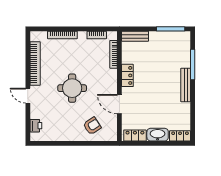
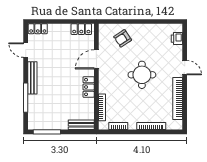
door: (119, 104) -> (96, 59), swing flipped
door: (193, 114) -> (26, 50), added
washbasin: (158, 135) -> (59, 30), removed

